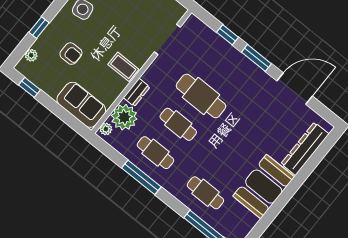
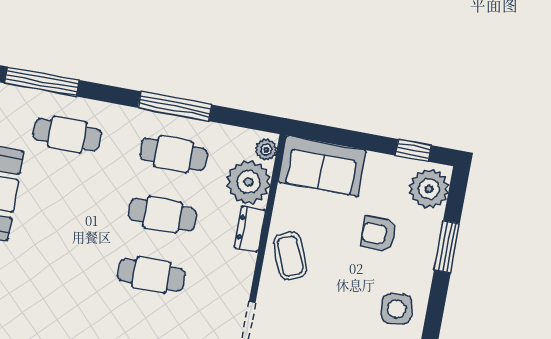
window: (39, 28) -> (447, 247), width x1.50
plant: (31, 55) -> (429, 189), width x1.88, depth x1.88
coffee table: (123, 67) -> (290, 256), turned 68
cafe table: (201, 96) -> (151, 275), width x0.73, depth x0.74

